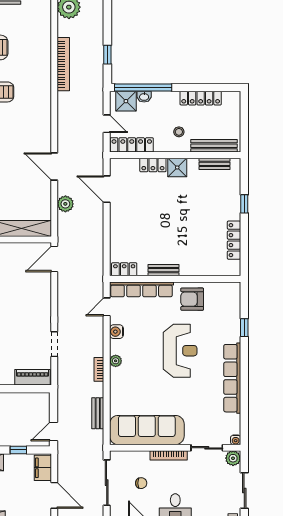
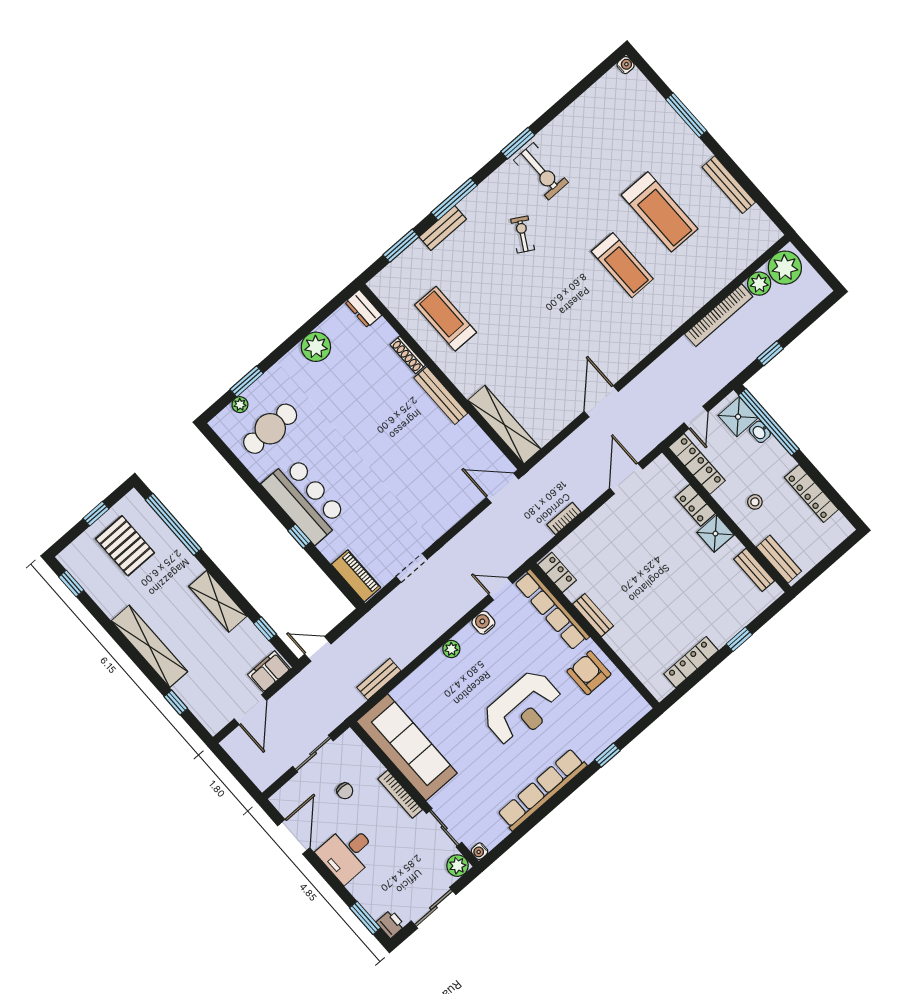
bench: (214, 146) -> (779, 559), width x0.73
plant: (65, 204) -> (759, 284), moved
bookcase: (99, 369) -> (564, 519), moved
sliding door: (107, 483) -> (313, 754), width x0.73

